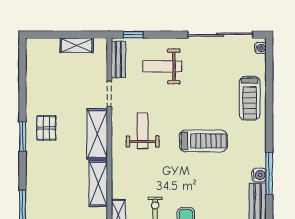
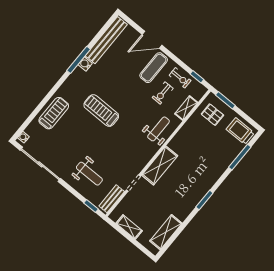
pallet: (46, 128) -> (187, 193), removed
weight bench: (143, 131) -> (159, 129), moved, turned 180
shelving: (98, 184) -> (166, 232), moved

